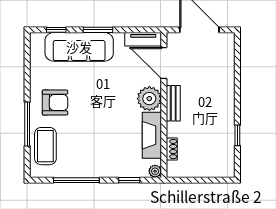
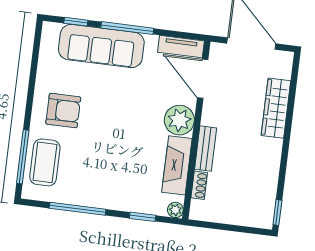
window: (98, 30) -> (127, 28), width x1.44
wardrobe: (226, 79) -> (276, 108), added
bench: (173, 103) -> (206, 149), moved
window: (27, 124) -> (23, 157), moved
window: (237, 135) -> (277, 212), moved

